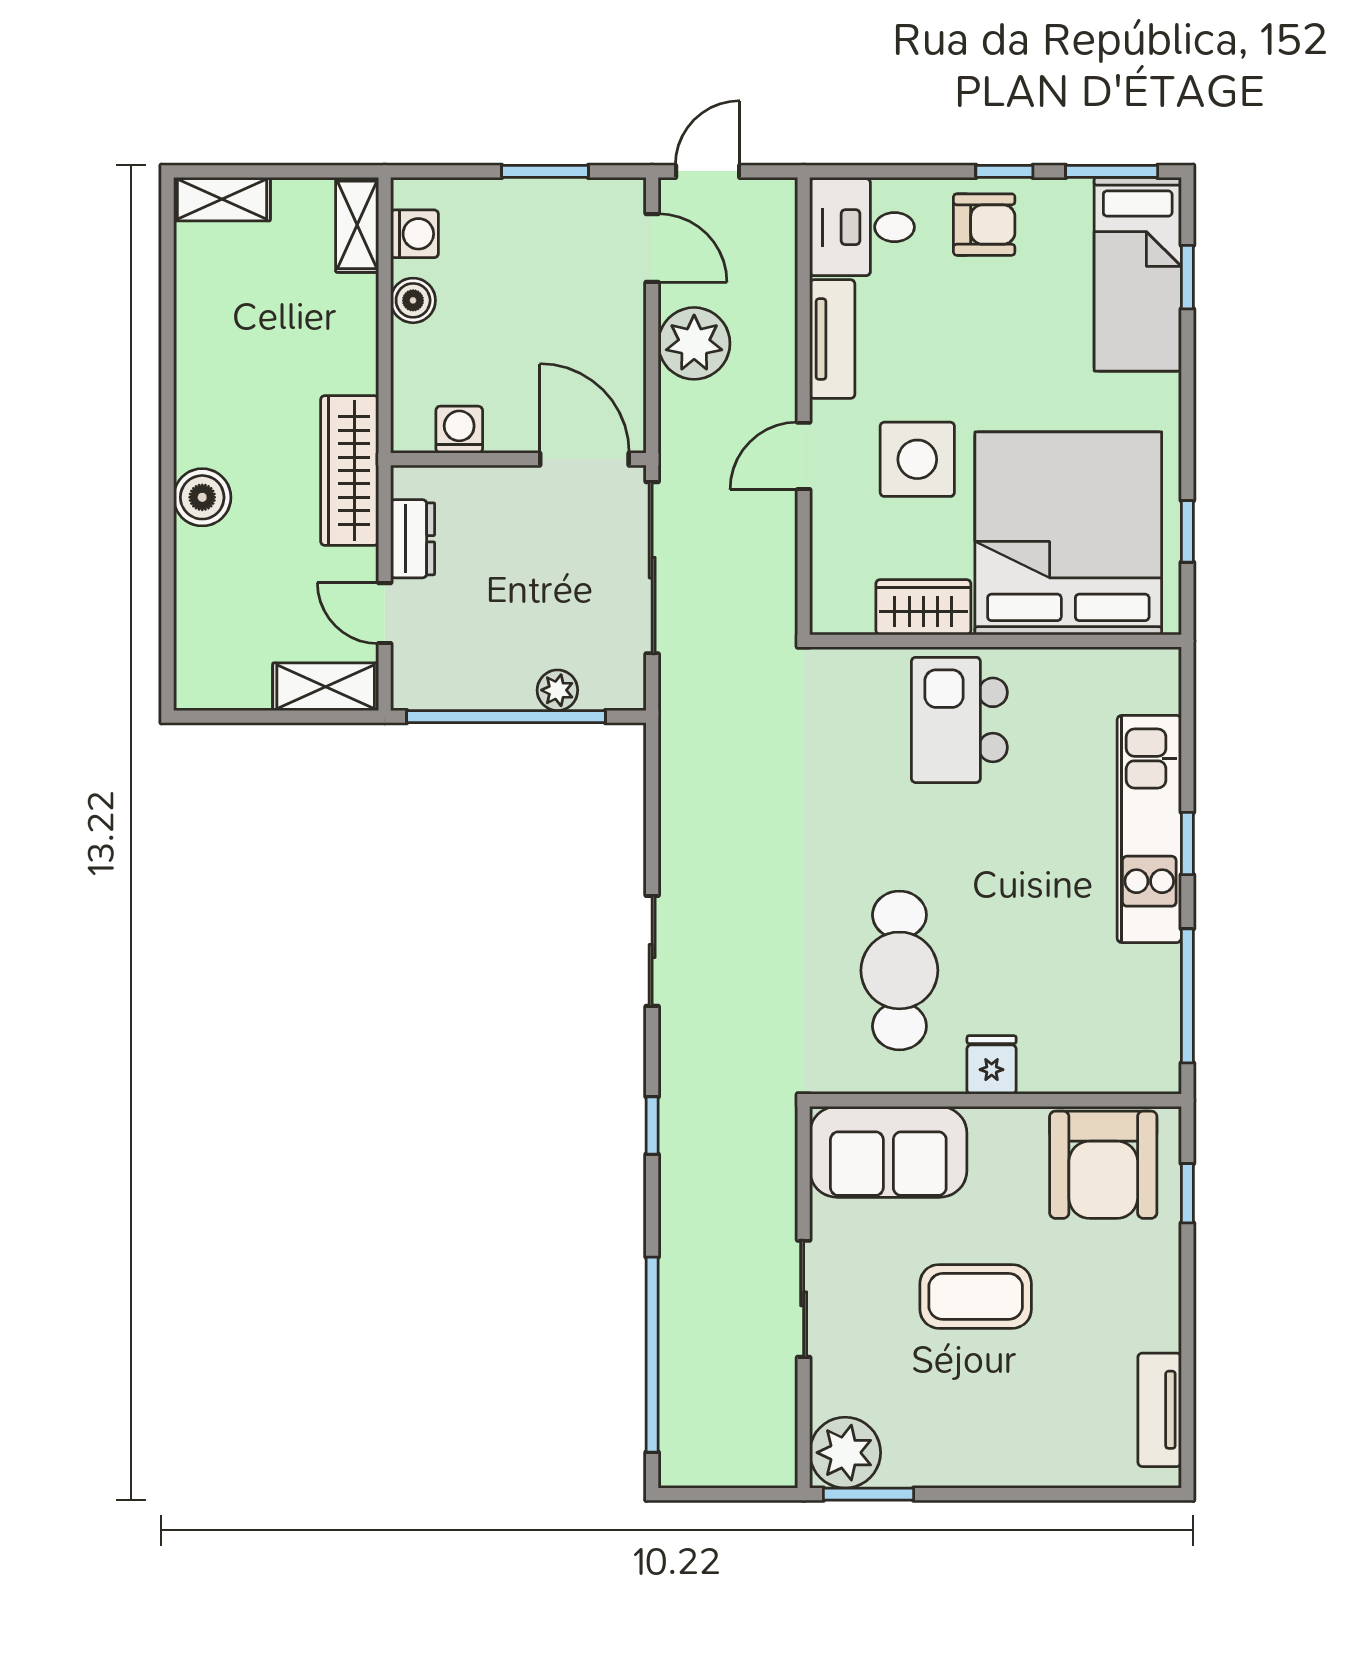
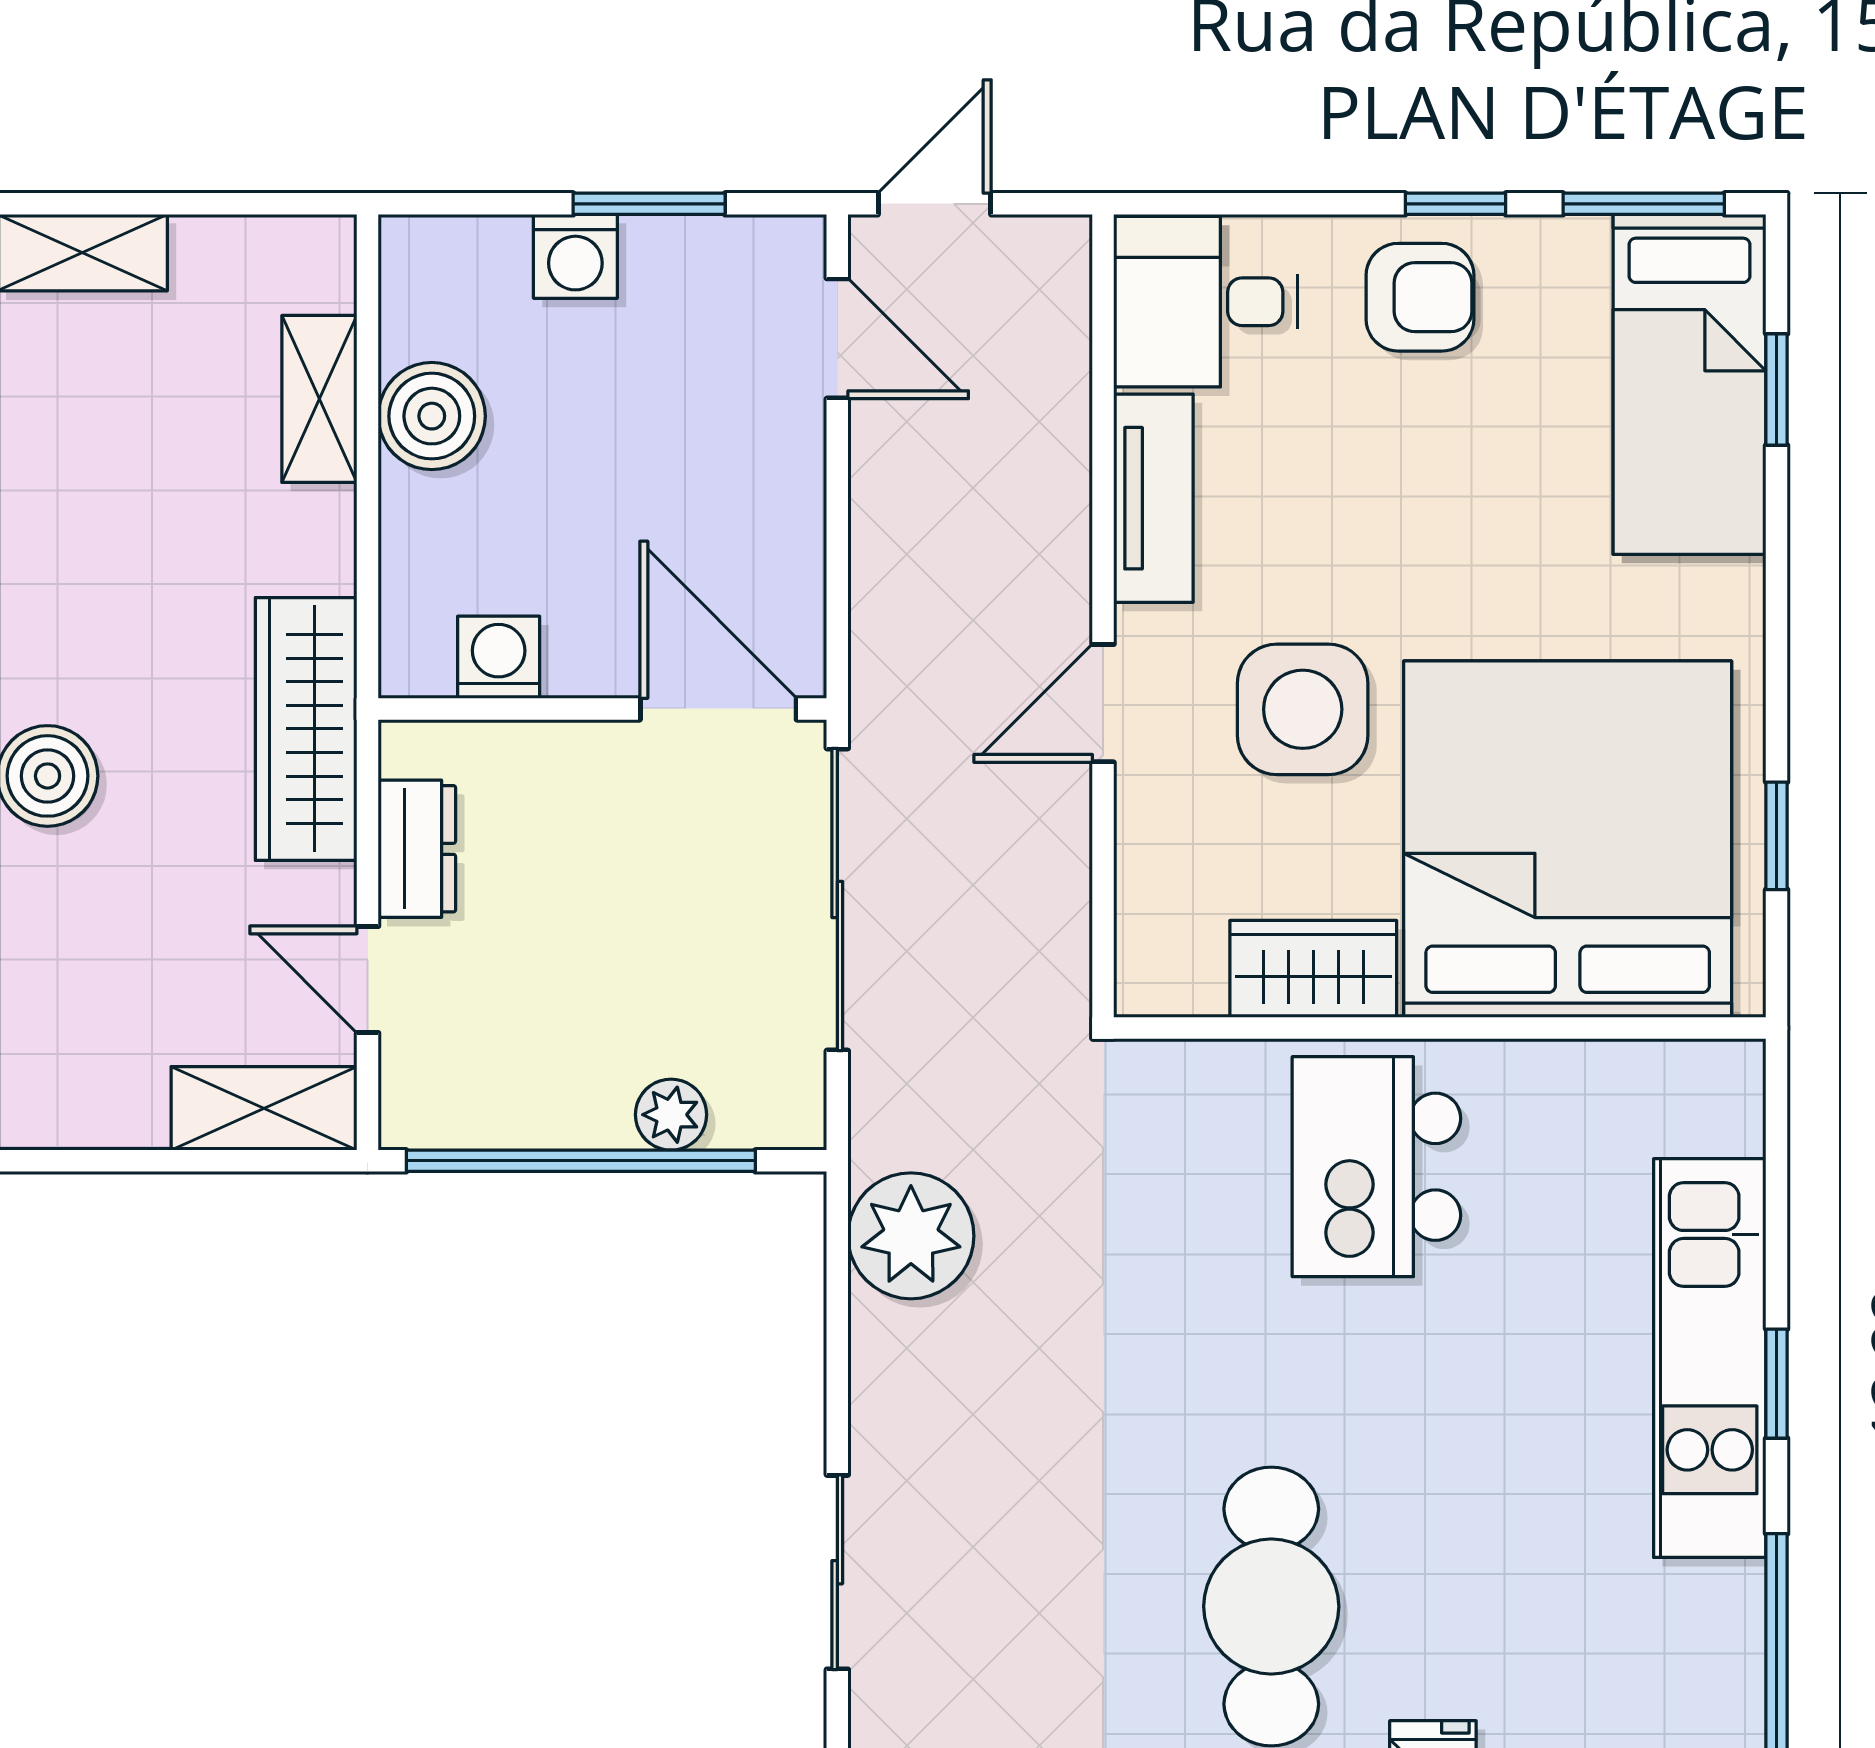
shelving: (357, 225) -> (319, 399), moved
washing machine: (415, 234) -> (575, 256), moved, turned 90
boiler: (413, 300) -> (432, 416), width x1.36, depth x1.36
plant: (694, 343) -> (911, 1236), moved

